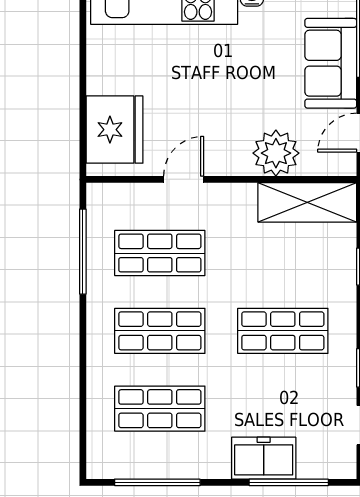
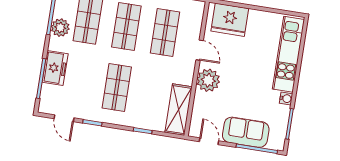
plant: (276, 153) -> (208, 80), moved
plant: (183, 461) -> (60, 28), added

